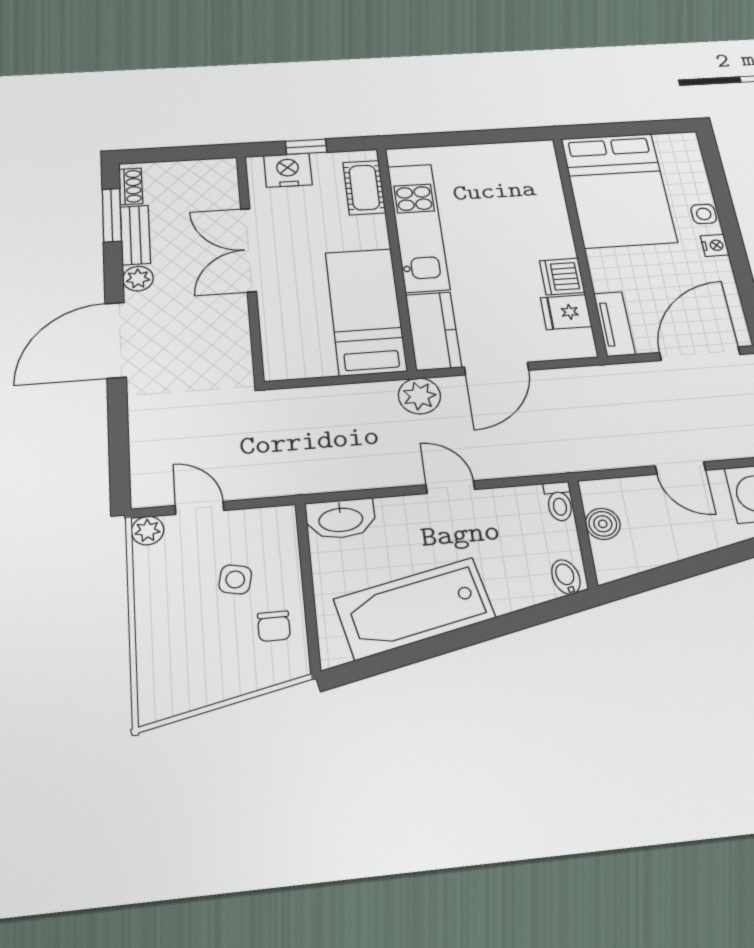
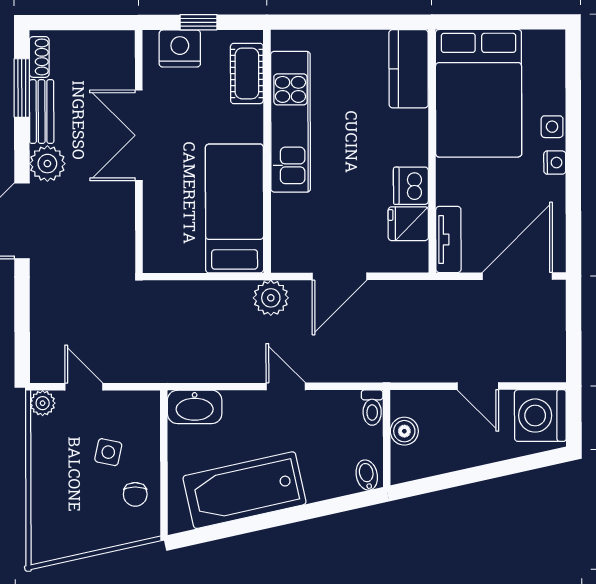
plant: (138, 279) -> (47, 164), width x1.38, depth x1.38
kitchen counter: (433, 331) -> (409, 69), moved, turned 180

